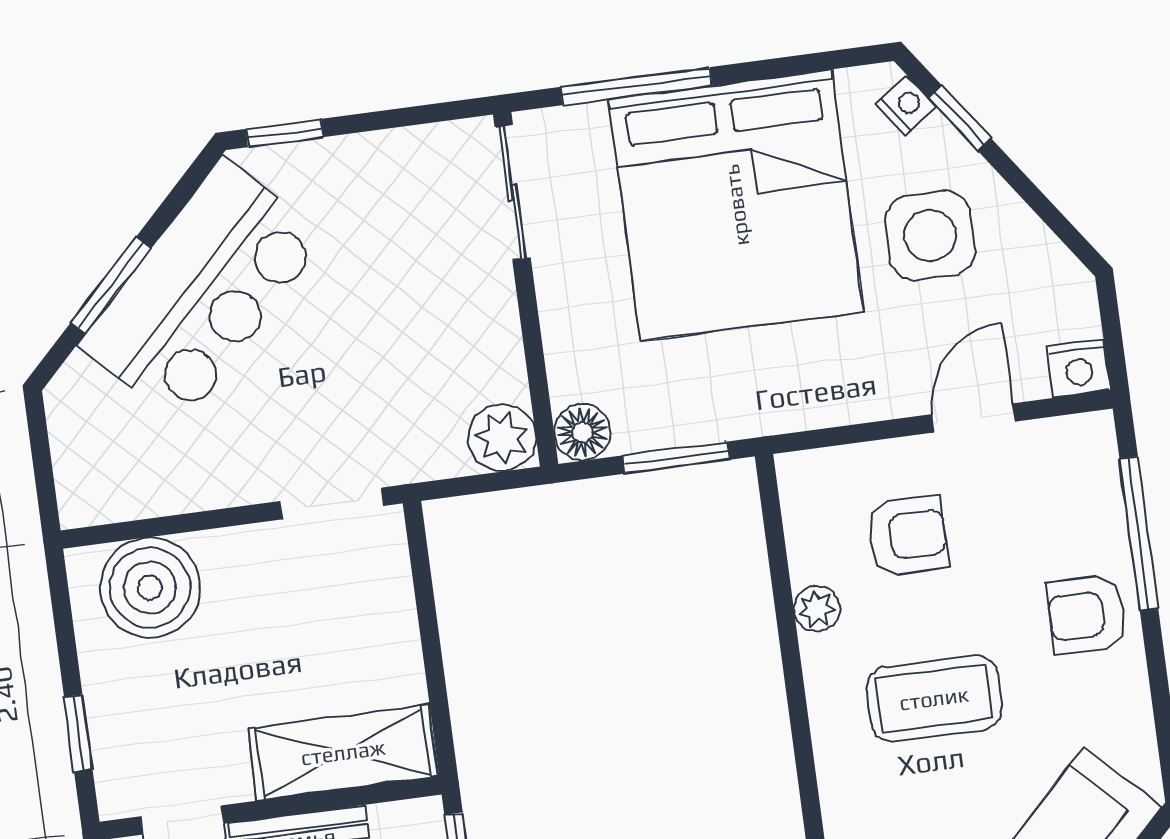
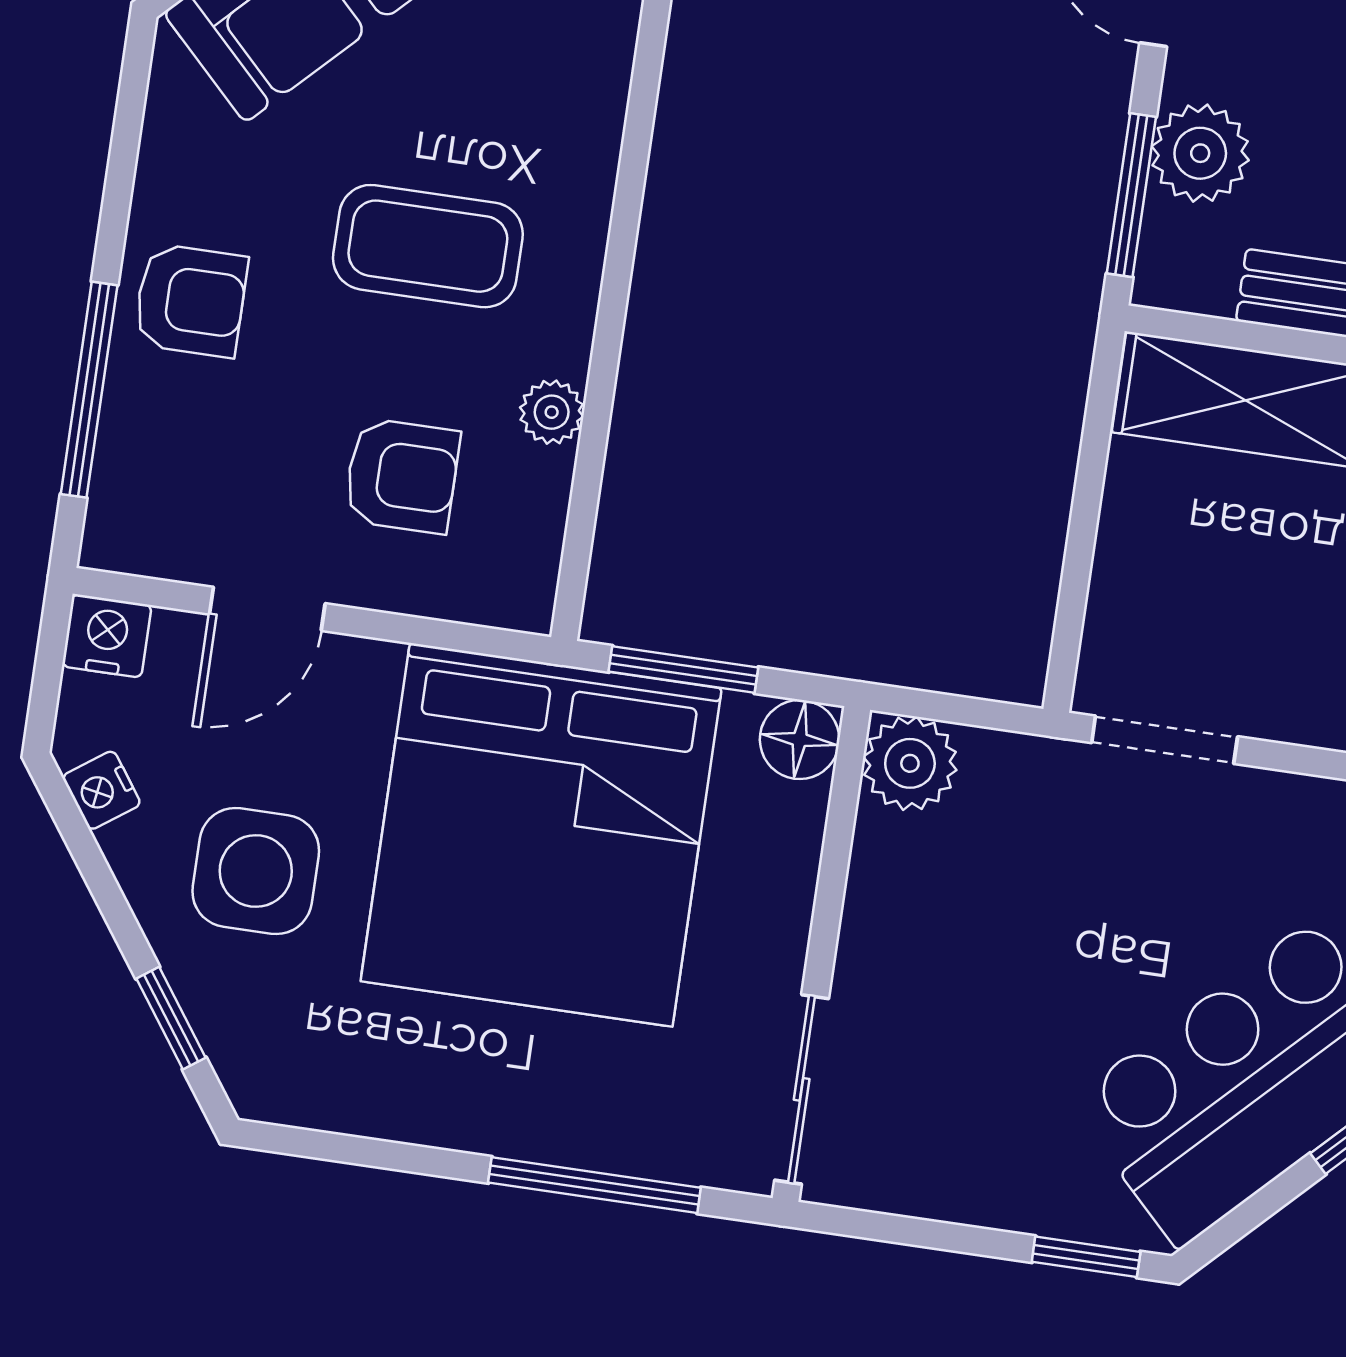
nightstand: (907, 105) -> (101, 790), moved
bed: (736, 205) -> (541, 835), moved, turned 180
armchair: (907, 536) -> (402, 476), turned 180

